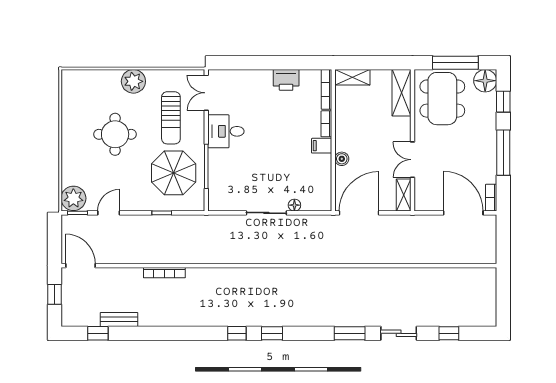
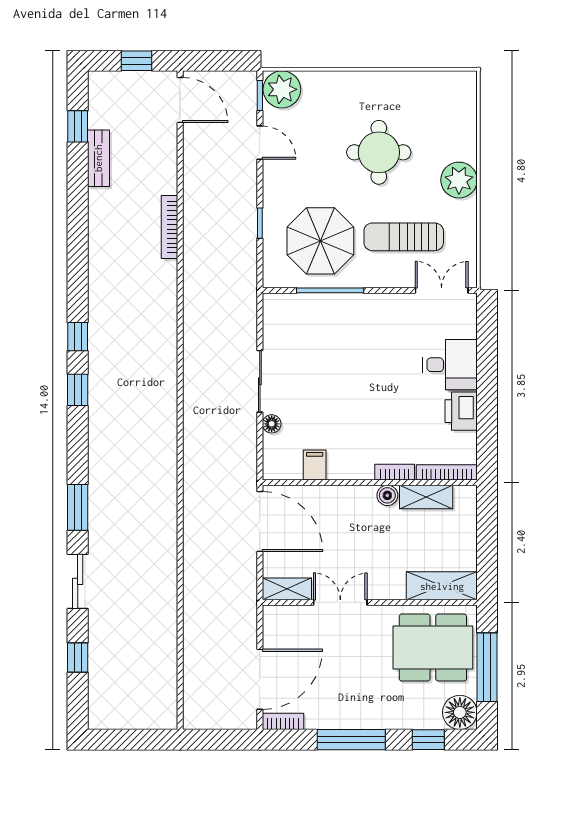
shelving: (352, 77) -> (426, 497), moved, turned 90
desk: (226, 131) -> (450, 365), moved, turned 90
filing cabinet: (322, 146) -> (315, 465), moved
boiler: (342, 159) -> (387, 495), moved
door: (80, 266) -> (180, 100), hinge flipped

